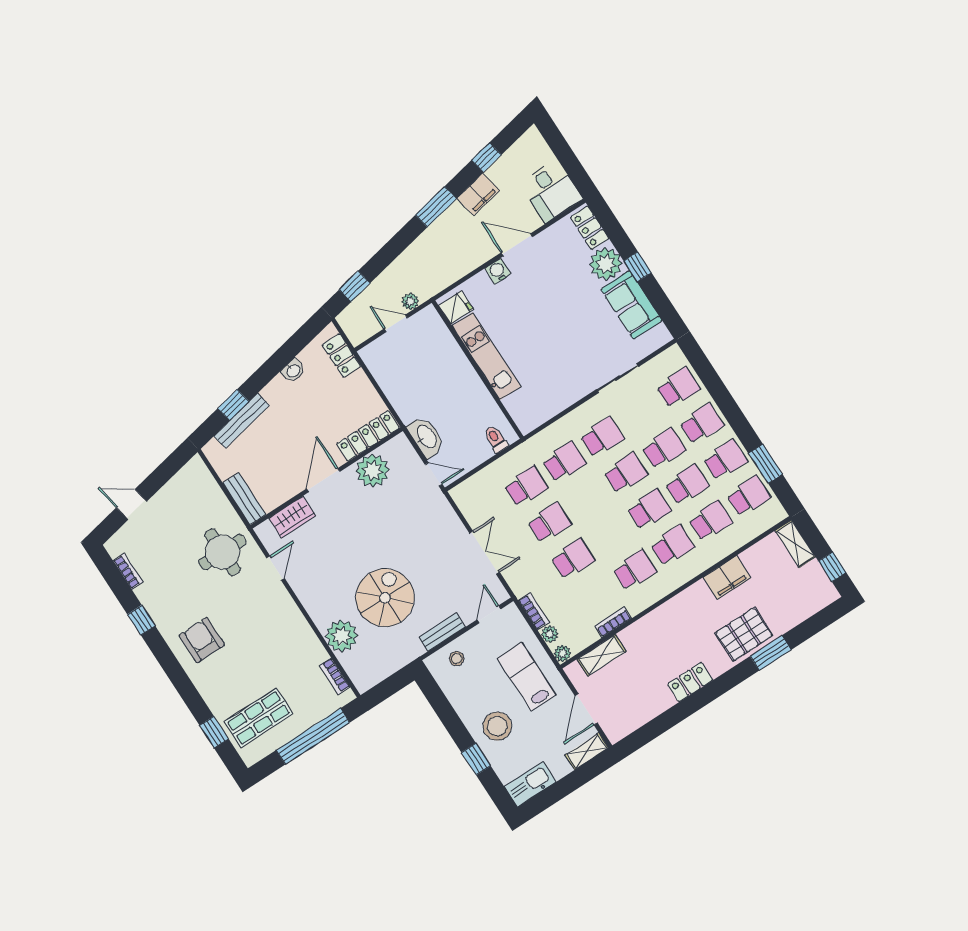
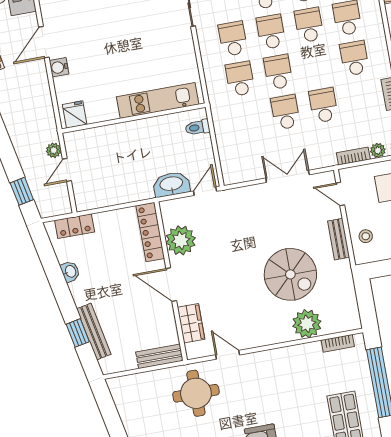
kitchen unit: (486, 356) -> (158, 101), moved
school desk: (526, 487) -> (278, 72), moved
spiral stairs: (385, 598) -> (290, 274), turned 180

